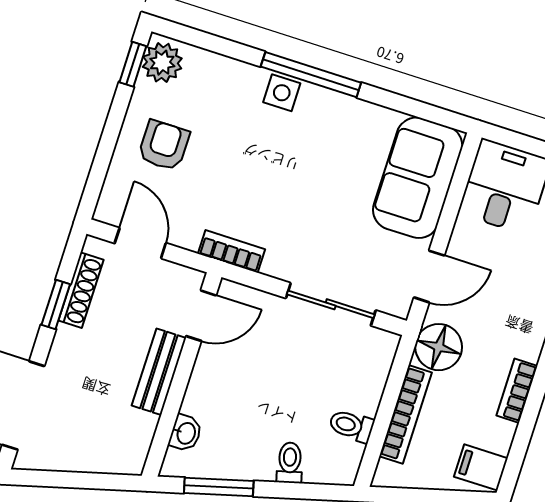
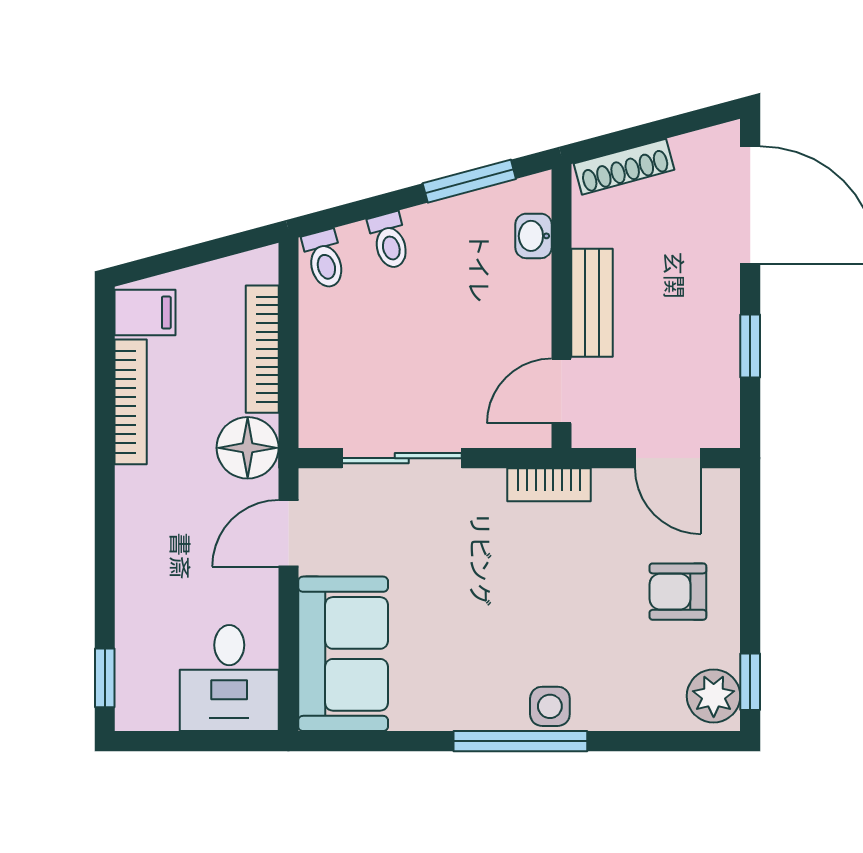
armchair: (164, 145) -> (678, 592), turned 90
shoe rack: (81, 290) -> (624, 167), moved, turned -105
bookcase: (517, 391) -> (131, 402), width x1.56
toilet: (351, 426) -> (324, 259), moved, turned 75

